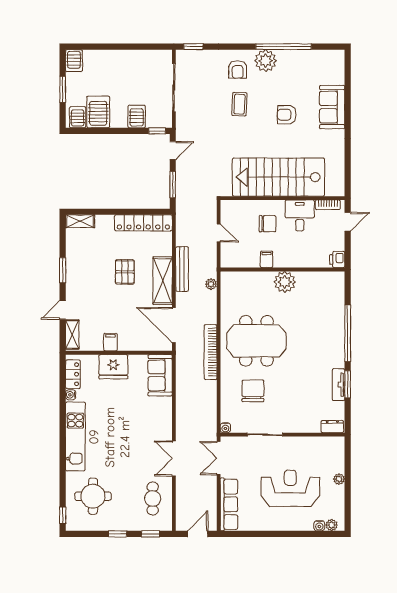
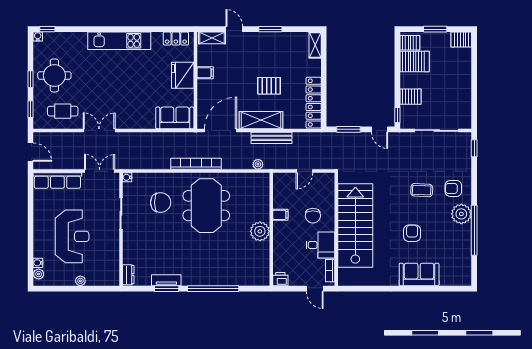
water cooler: (71, 395) -> (38, 36), moved
round table: (93, 496) -> (54, 75), moved

